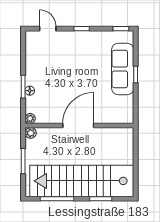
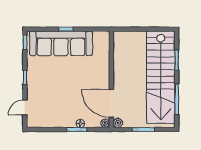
sofa: (123, 69) -> (61, 43), width x1.36, depth x1.27
door: (78, 125) -> (111, 103), moved

